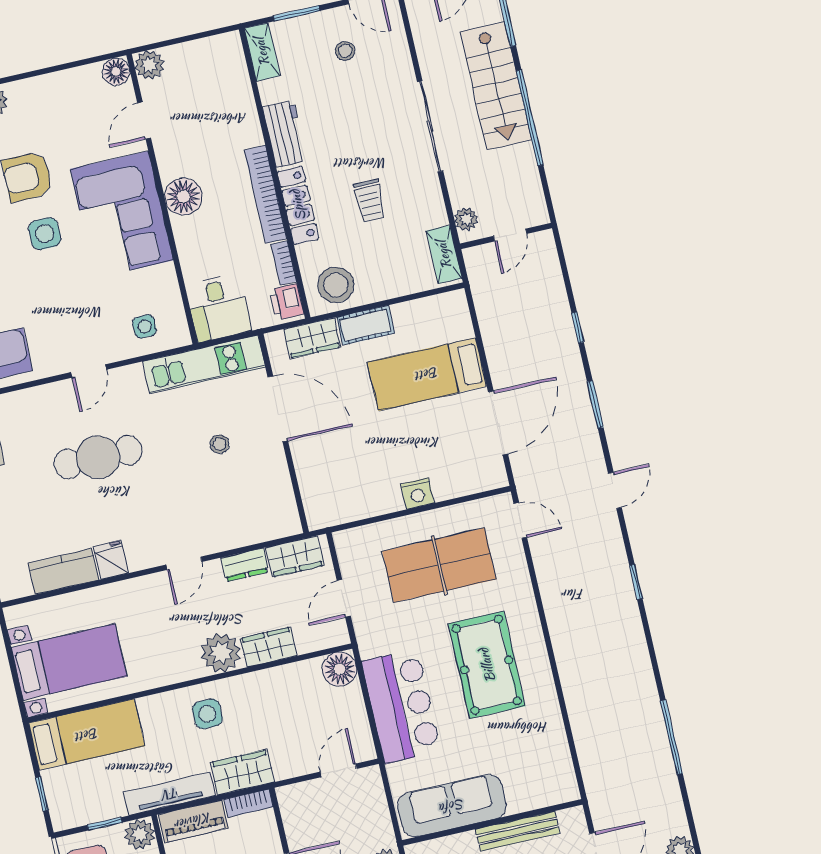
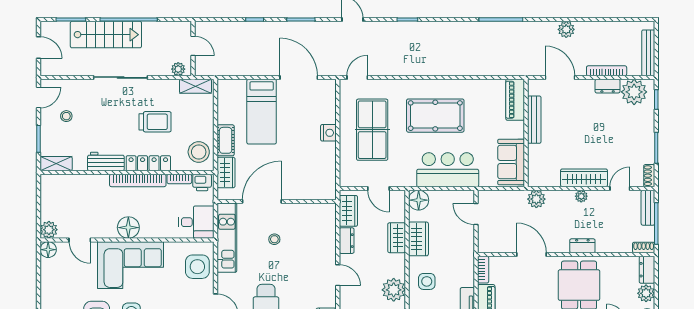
trolley: (370, 201) -> (155, 122), width x1.36, depth x1.39
side table: (144, 326) -> (197, 267), width x1.87, depth x1.87
plant: (221, 653) -> (394, 290), moved
wardrobe: (242, 772) -> (418, 239), moved, turned 180
piano: (544, 792) -> (515, 100), added
sofa: (452, 806) -> (511, 162), width x0.73

